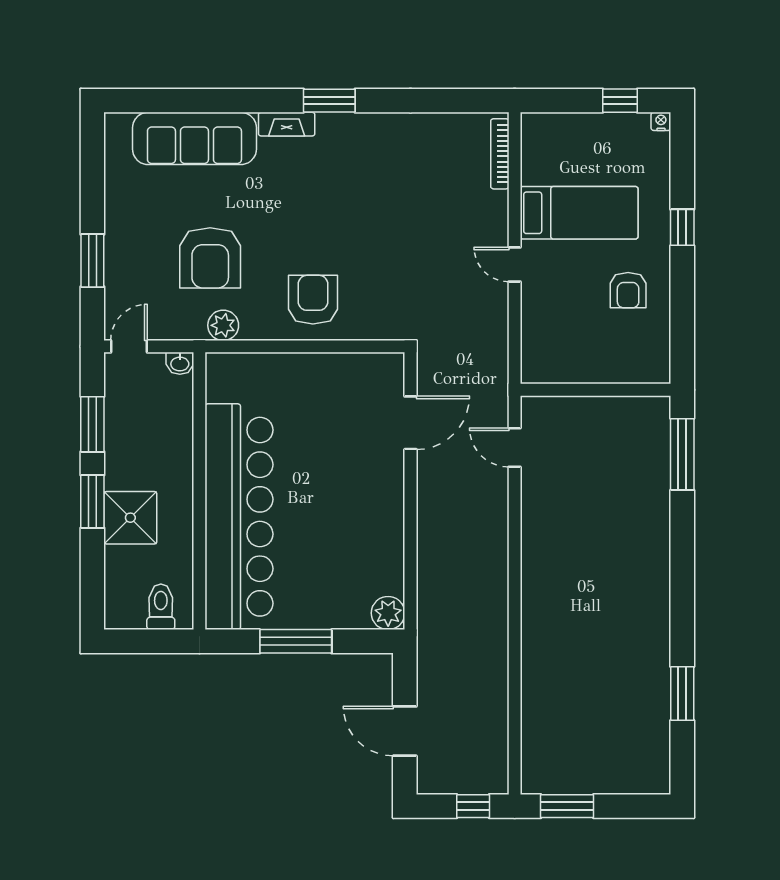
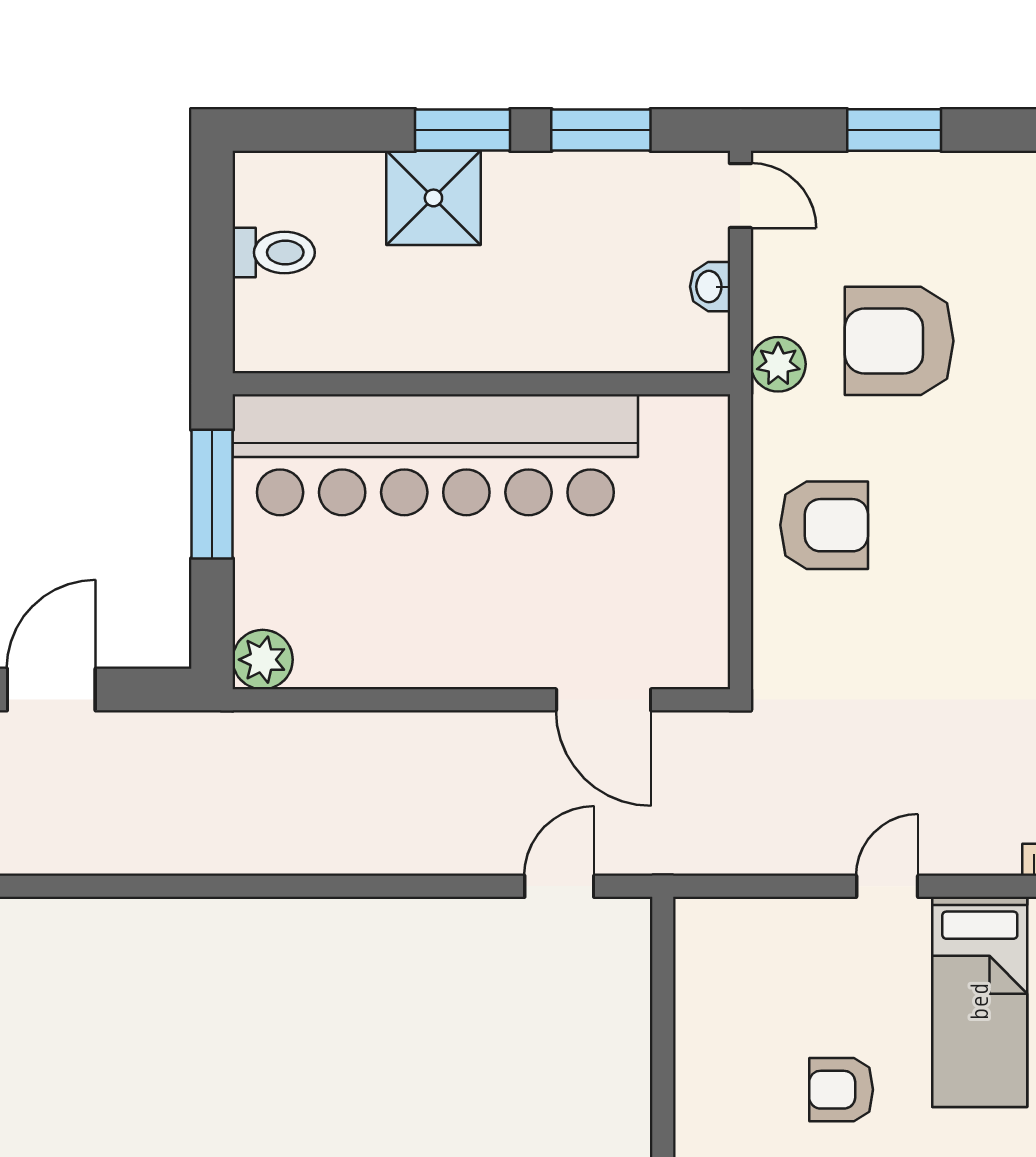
wall: (199, 491) -> (481, 384), moved
bar counter: (239, 517) -> (435, 455), moved

